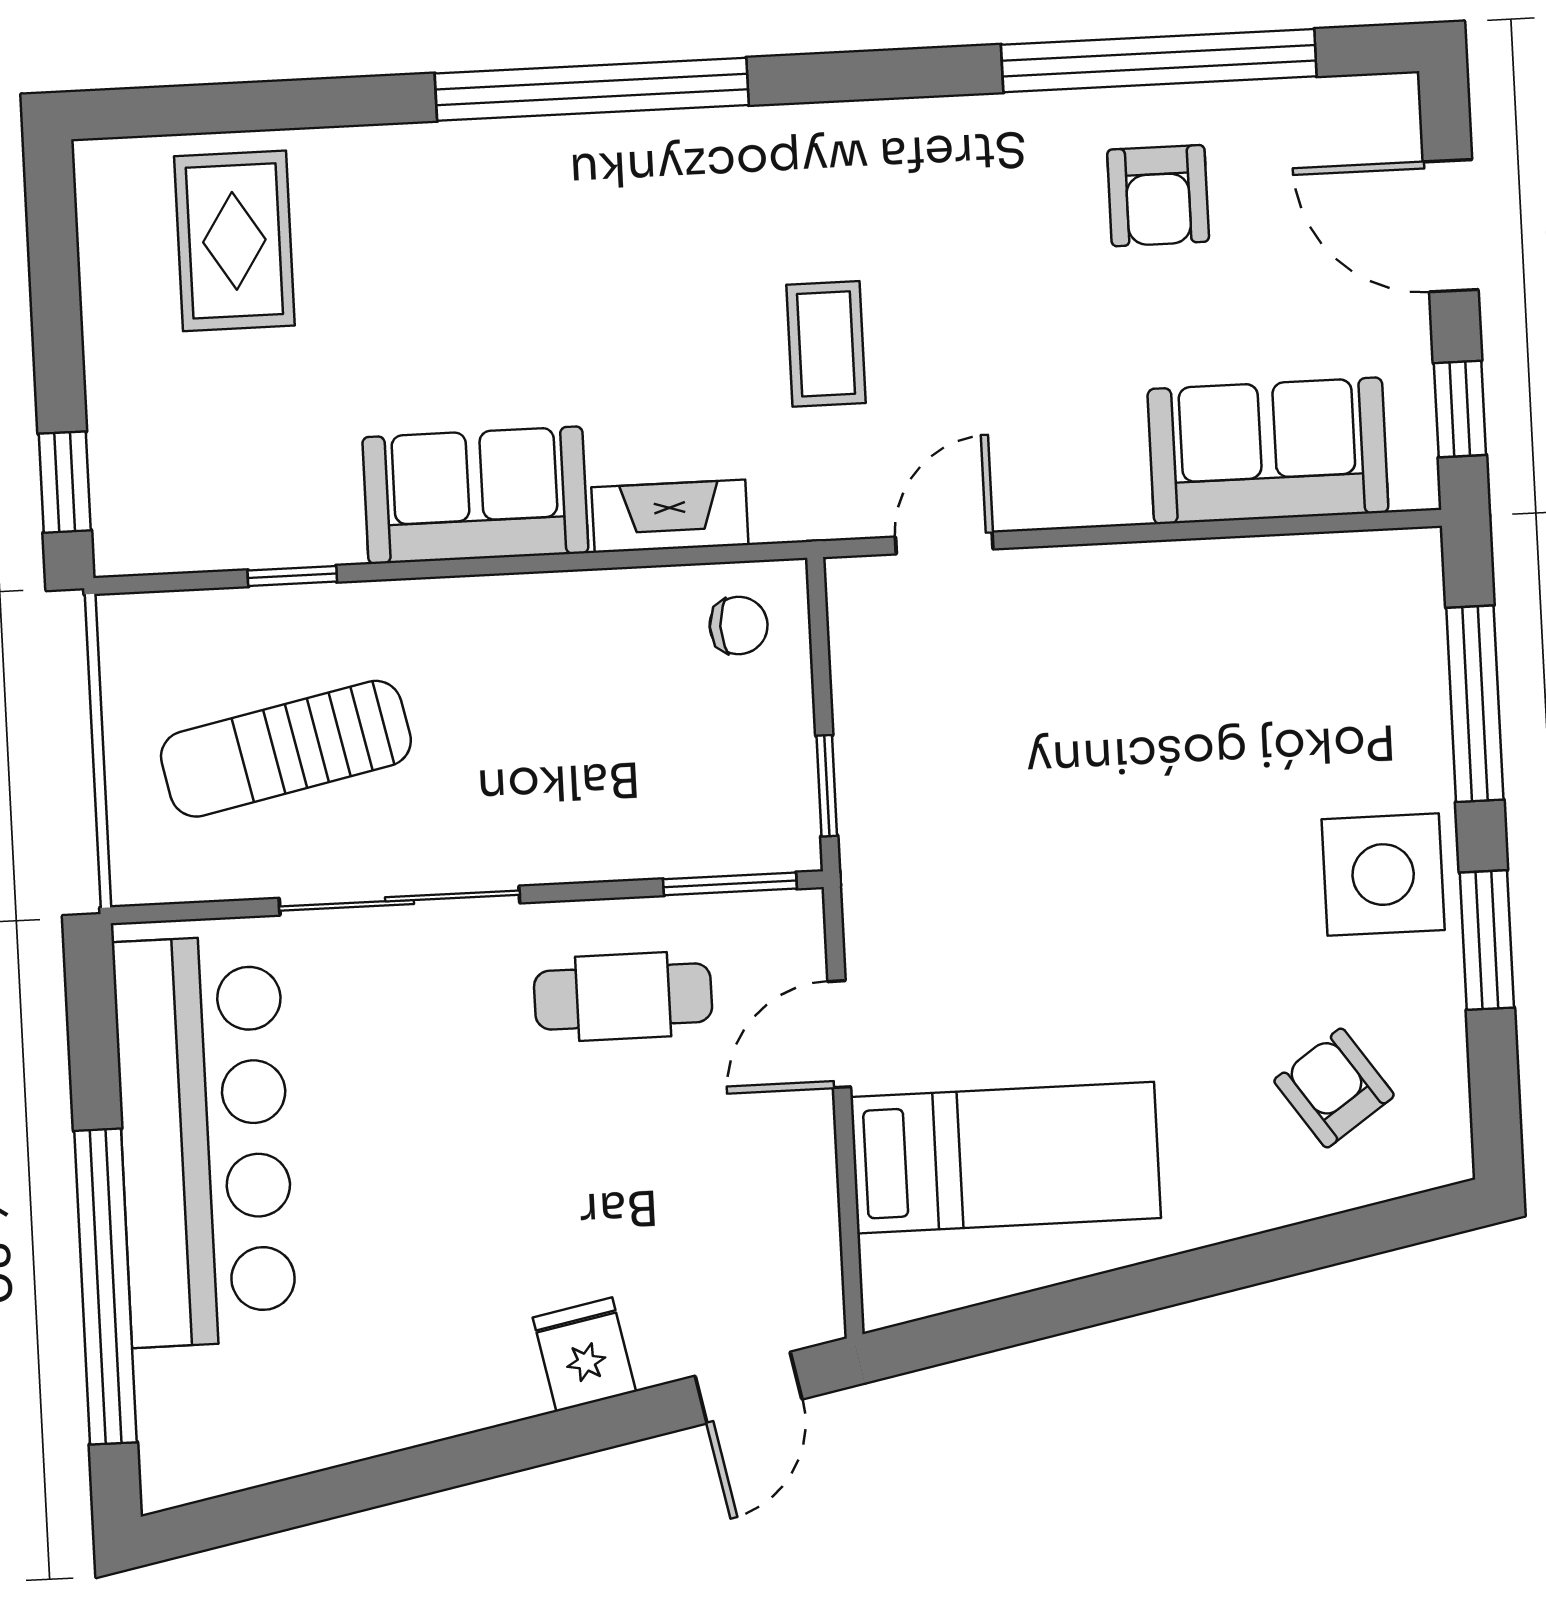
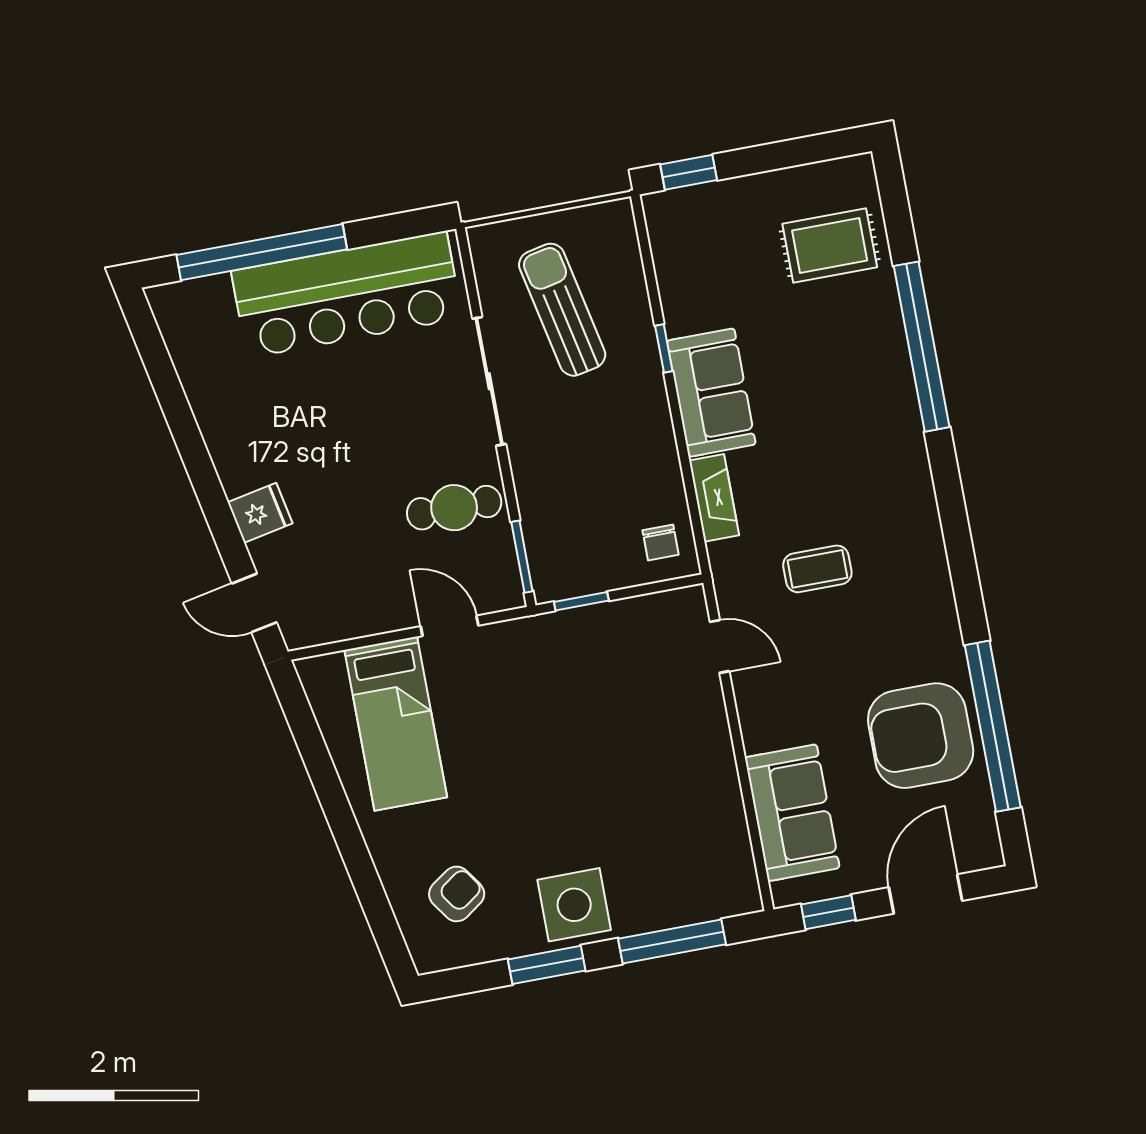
window: (592, 89) -> (922, 347), moved
armchair: (1158, 196) -> (921, 736), width x1.88, depth x1.88
window: (292, 576) -> (664, 348), moved
cafe table: (623, 997) -> (454, 508), turned 90

